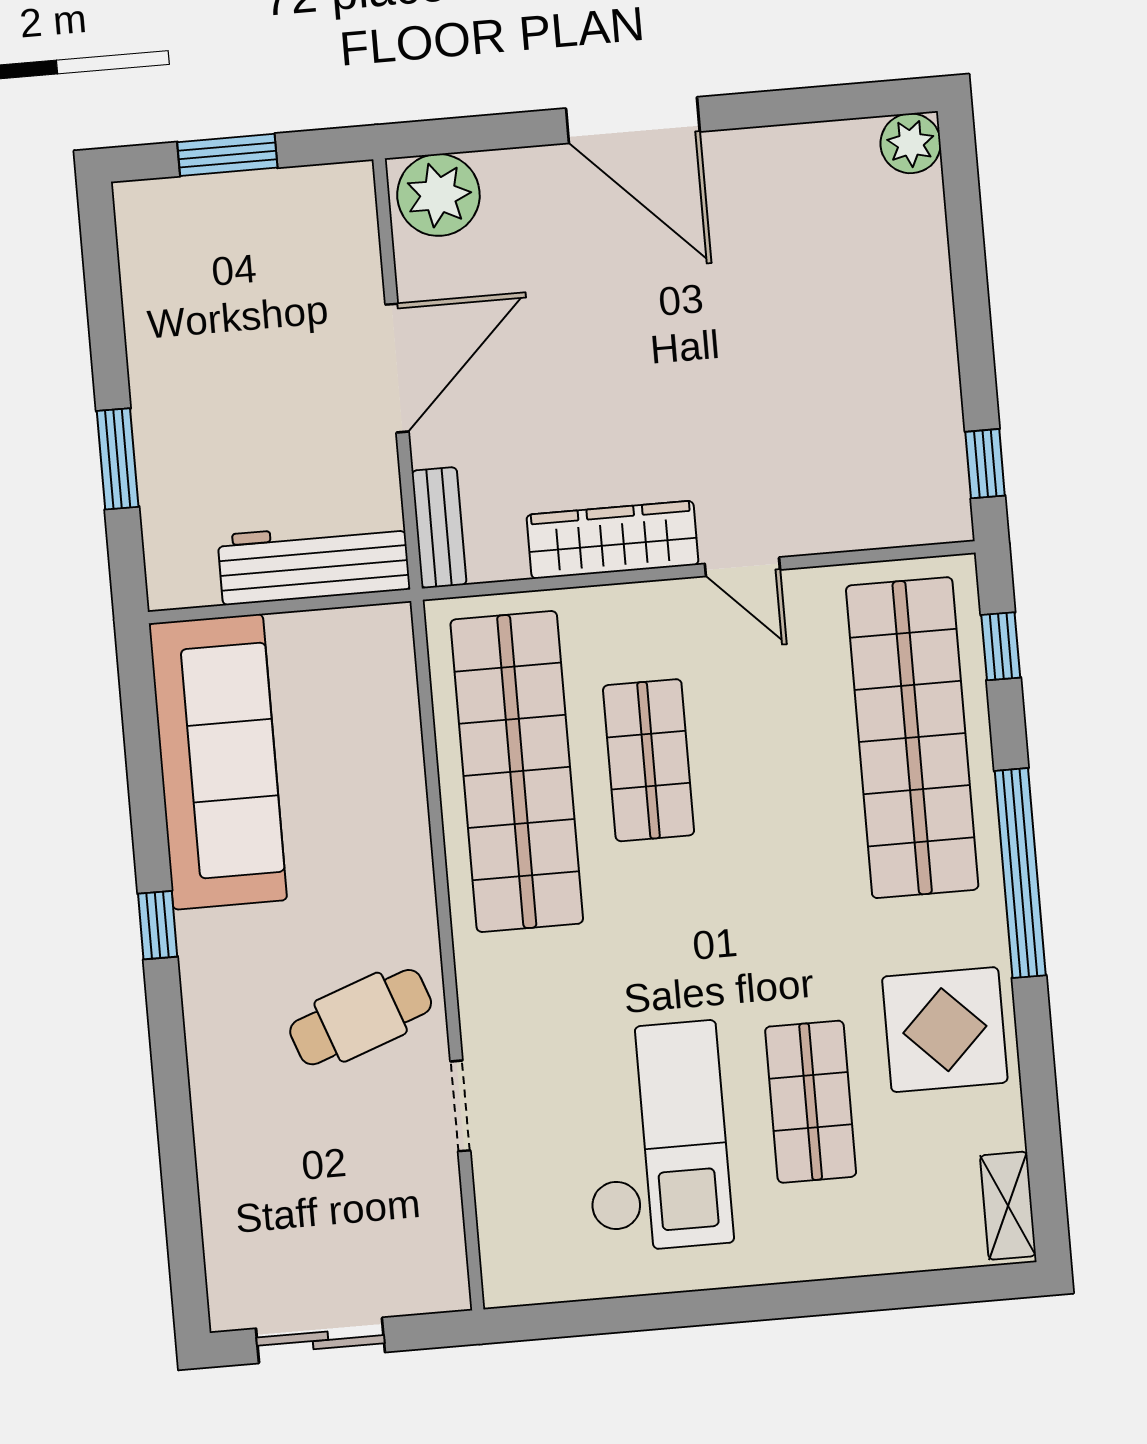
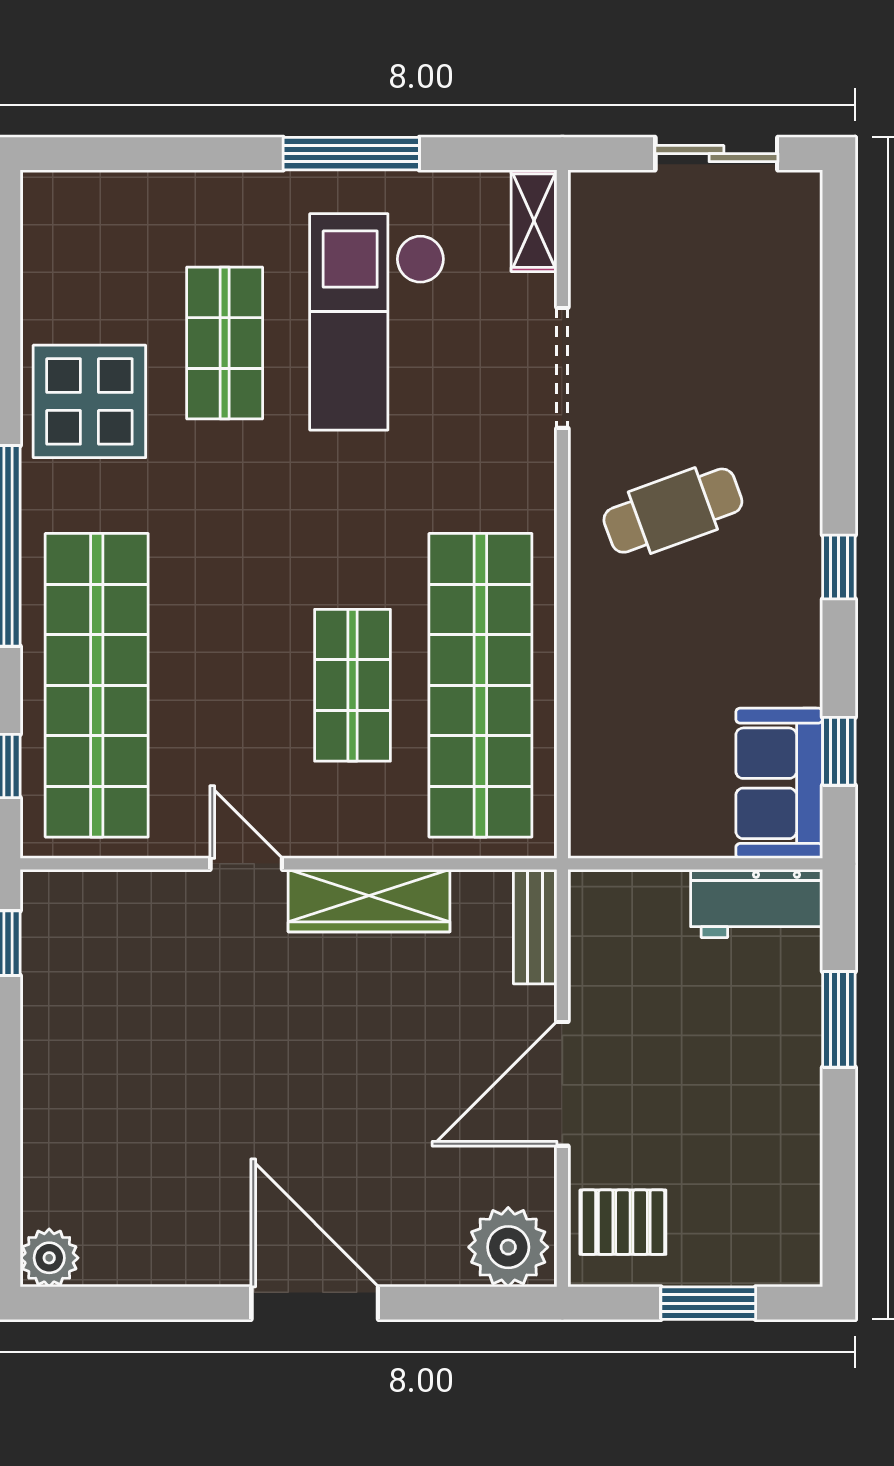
pallet: (322, 231) -> (623, 1222), added
workbench: (314, 562) -> (757, 903), moved, width x0.73
window: (141, 735) -> (839, 751), added
sofa: (218, 762) -> (779, 783), width x0.54, depth x0.79
cafe table: (361, 1017) -> (673, 511), moved
doorway: (460, 1106) -> (562, 368), width x1.38
shelving: (1008, 1206) -> (534, 221), moved
window: (697, 1308) -> (351, 154), added

